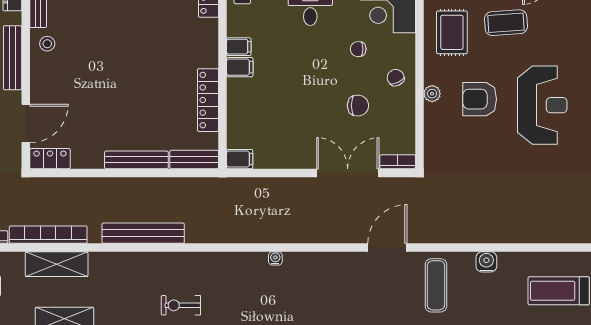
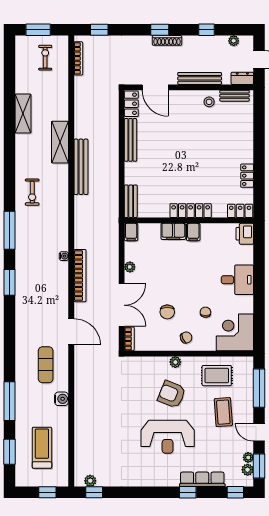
filing cabinet: (239, 47) -> (173, 231), moved, width x2.00
armchair: (480, 99) -> (172, 394), turned -68
locker: (208, 100) -> (191, 211), moved
bench: (136, 160) -> (130, 140), moved
plant: (291, 161) -> (130, 267), added
bookcase: (48, 235) -> (80, 276), moved
shelving: (57, 264) -> (60, 142), moved
exercise mat: (436, 285) -> (46, 365), turned 90
exercise bike: (181, 305) -> (32, 192), turned 180

